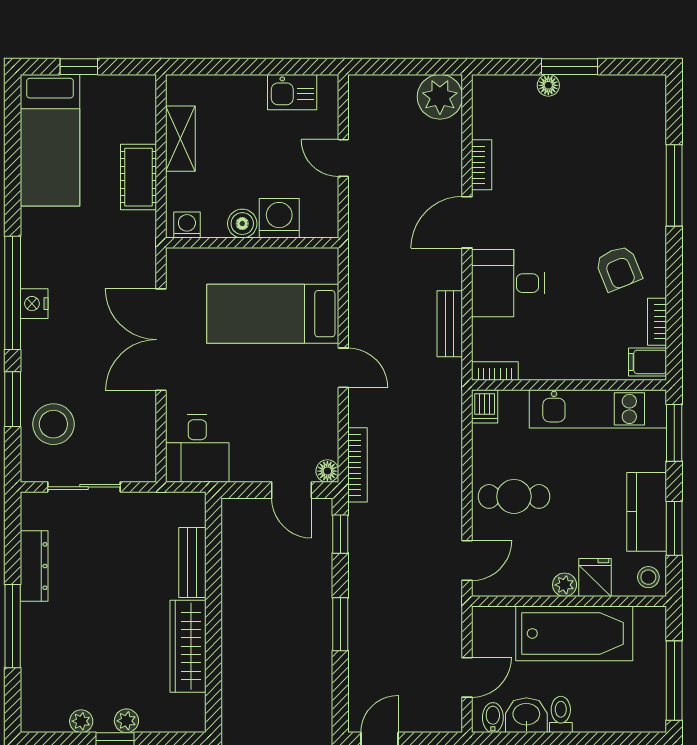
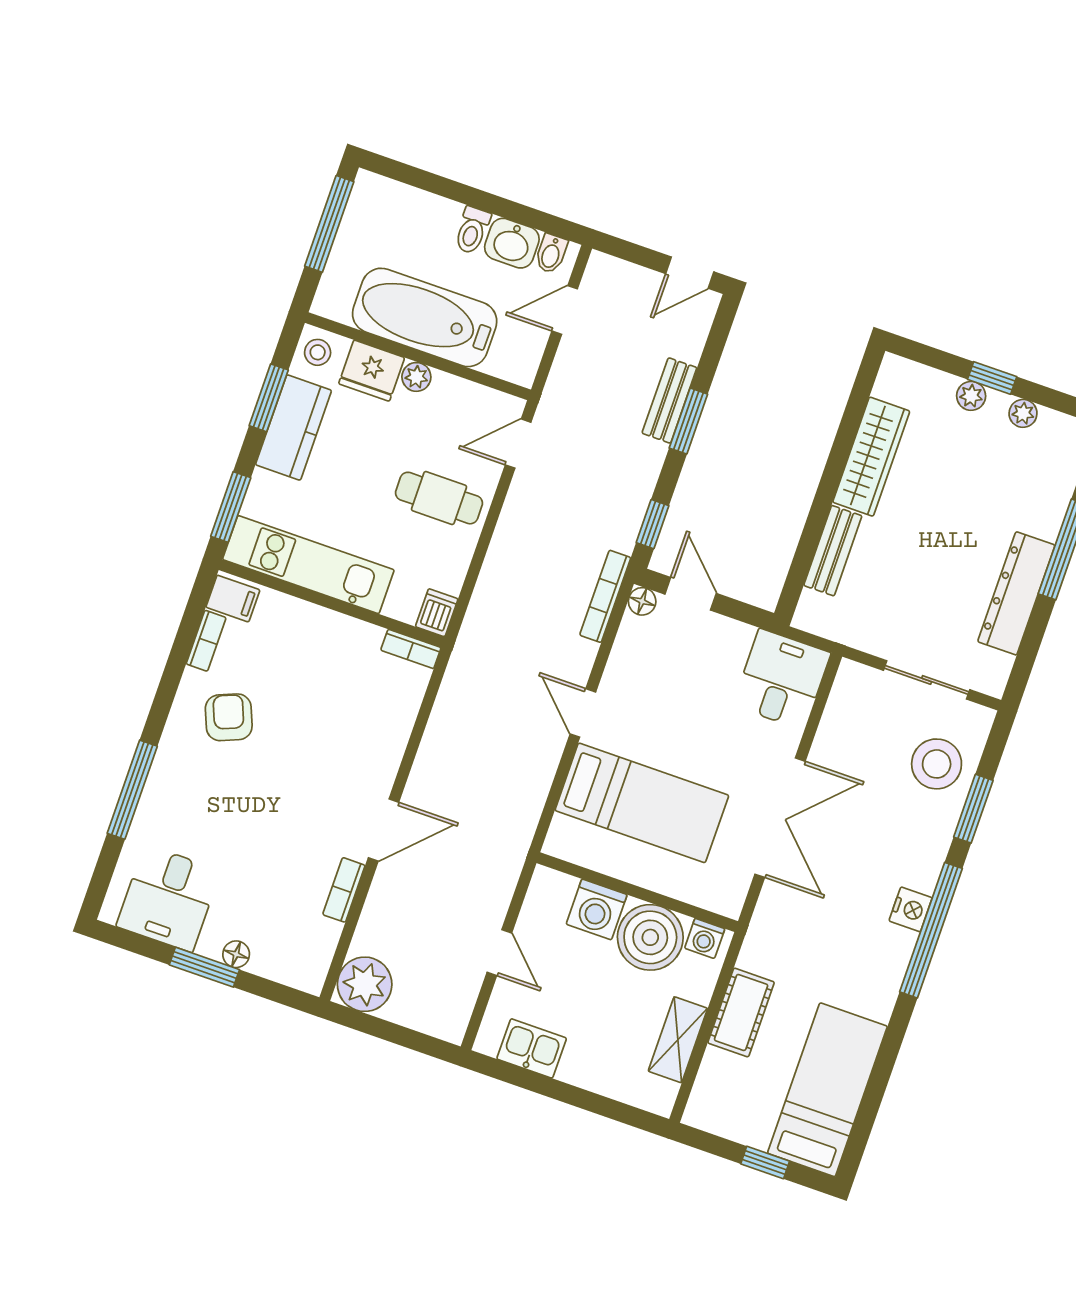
boiler: (242, 224) -> (650, 937), width x1.86, depth x1.86
desk: (508, 283) -> (168, 898), moved, turned 90
bench: (450, 324) -> (669, 400), moved
dresser: (34, 566) -> (1016, 593), width x1.37, depth x1.24
fridge: (595, 577) -> (372, 371), width x1.38

